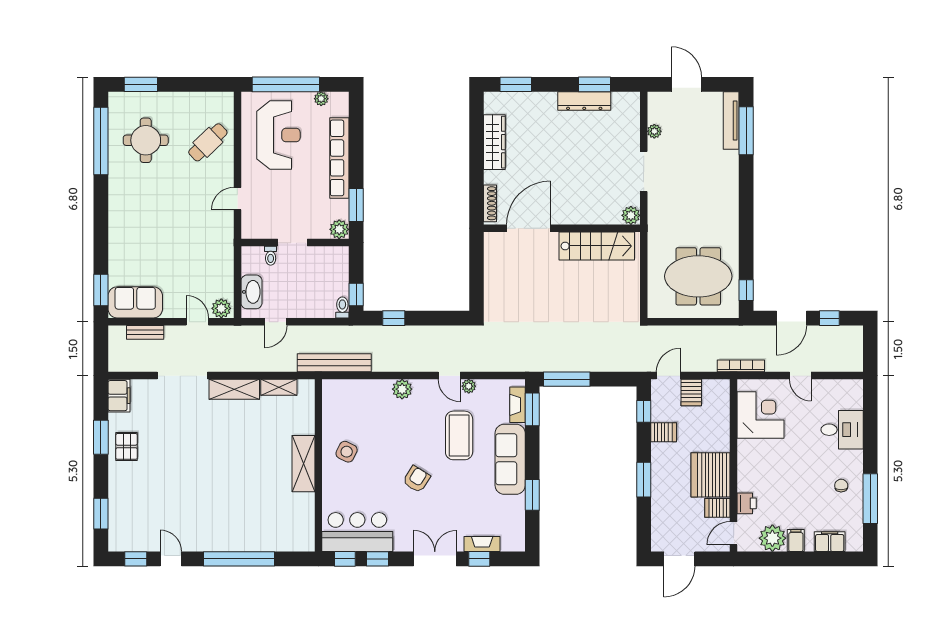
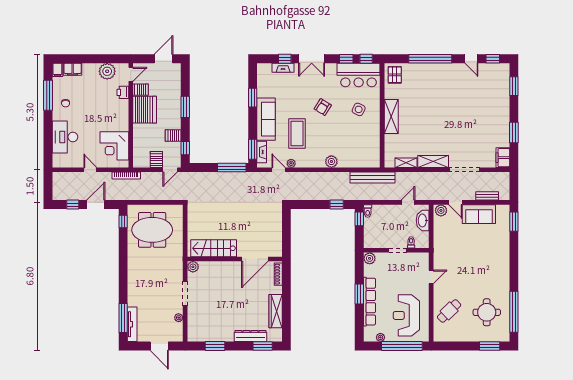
dresser: (584, 101) -> (251, 336), moved
window: (356, 205) -> (359, 294), moved
sofa: (135, 302) -> (479, 214), moved
door: (449, 376) -> (279, 170), moved
desk: (842, 430) -> (65, 137), width x1.37
pallet: (127, 446) -> (395, 75), moved
side table: (347, 452) -> (359, 109), moved
filing cabinet: (796, 541) -> (57, 70), moved

